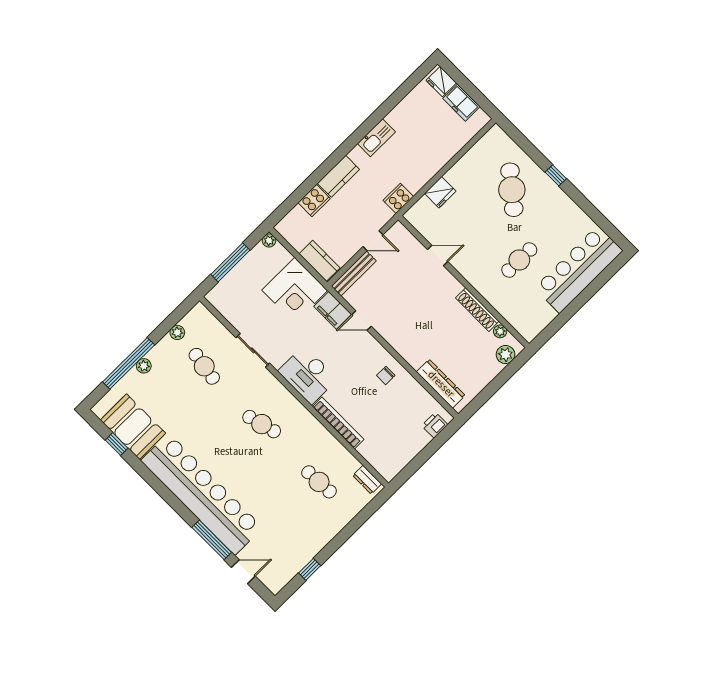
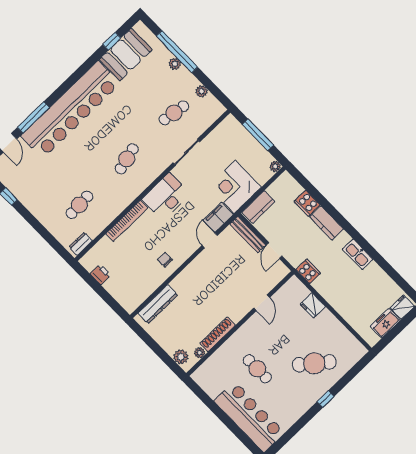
printer: (435, 425) -> (100, 274), moved

